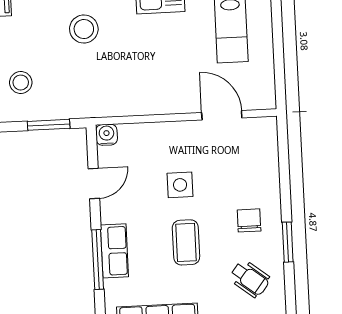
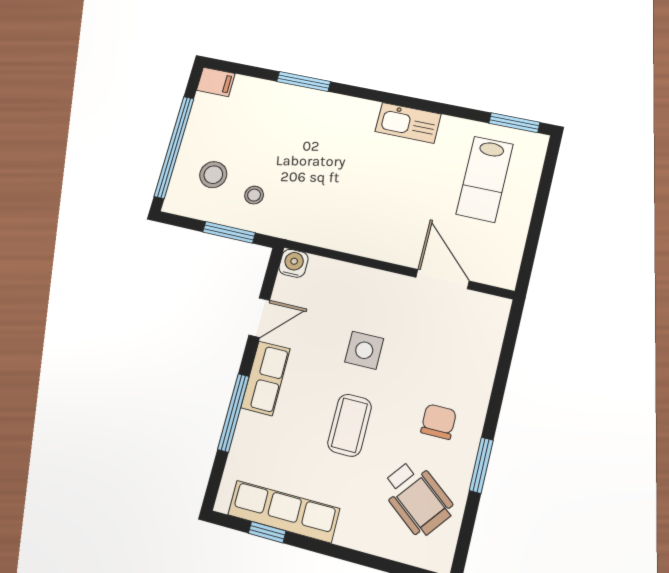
stool: (84, 29) -> (254, 195), moved, width x0.53, depth x0.53
row of seats: (114, 251) -> (265, 378), moved
wheelchair: (250, 279) -> (417, 498), width x1.36, depth x1.37

